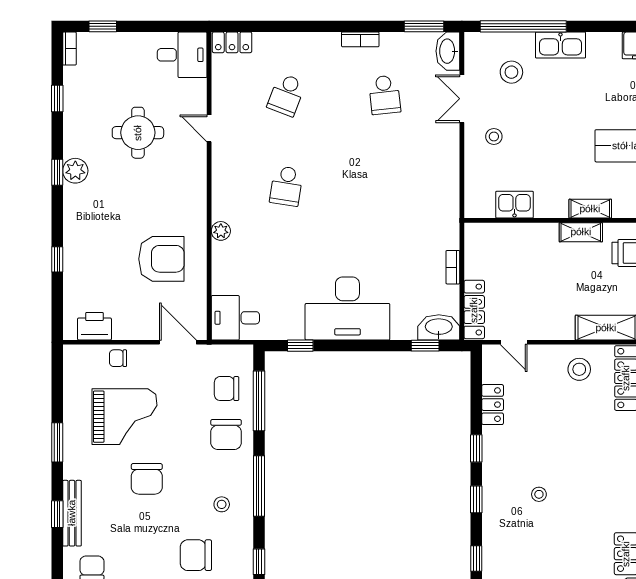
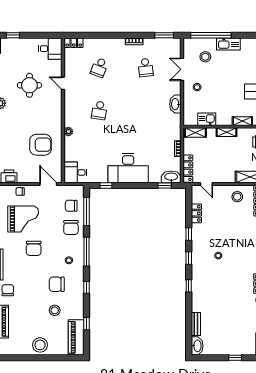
washbasin: (448, 51) -> (175, 104), moved
shelving: (581, 232) -> (227, 132), moved
shelving: (490, 233) -> (195, 132), added

